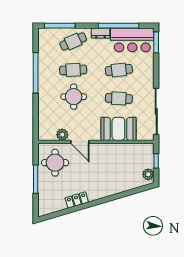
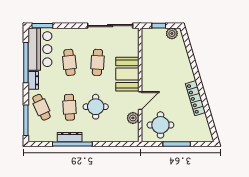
dresser: (43, 70) -> (70, 137), added
booth: (118, 129) -> (127, 74), moved
locker: (77, 200) -> (195, 98), width x1.53

